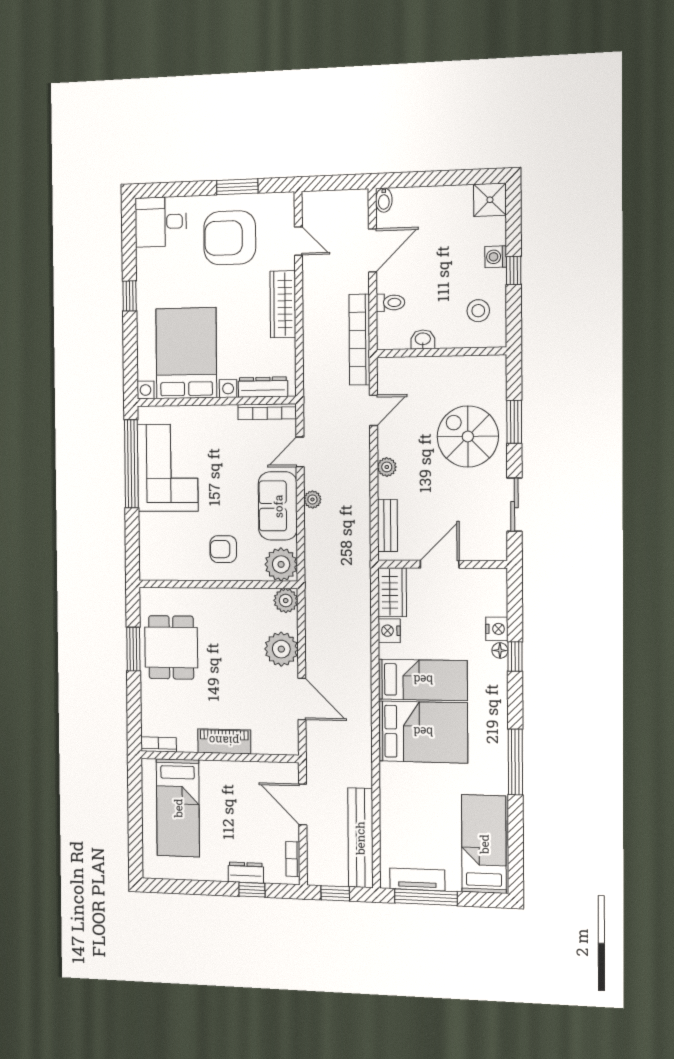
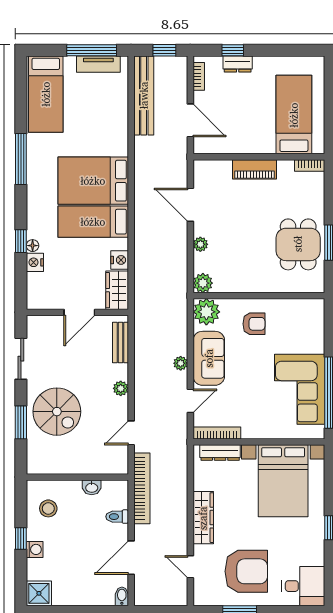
plant: (281, 649) -> (200, 244), width x0.53, depth x0.53

